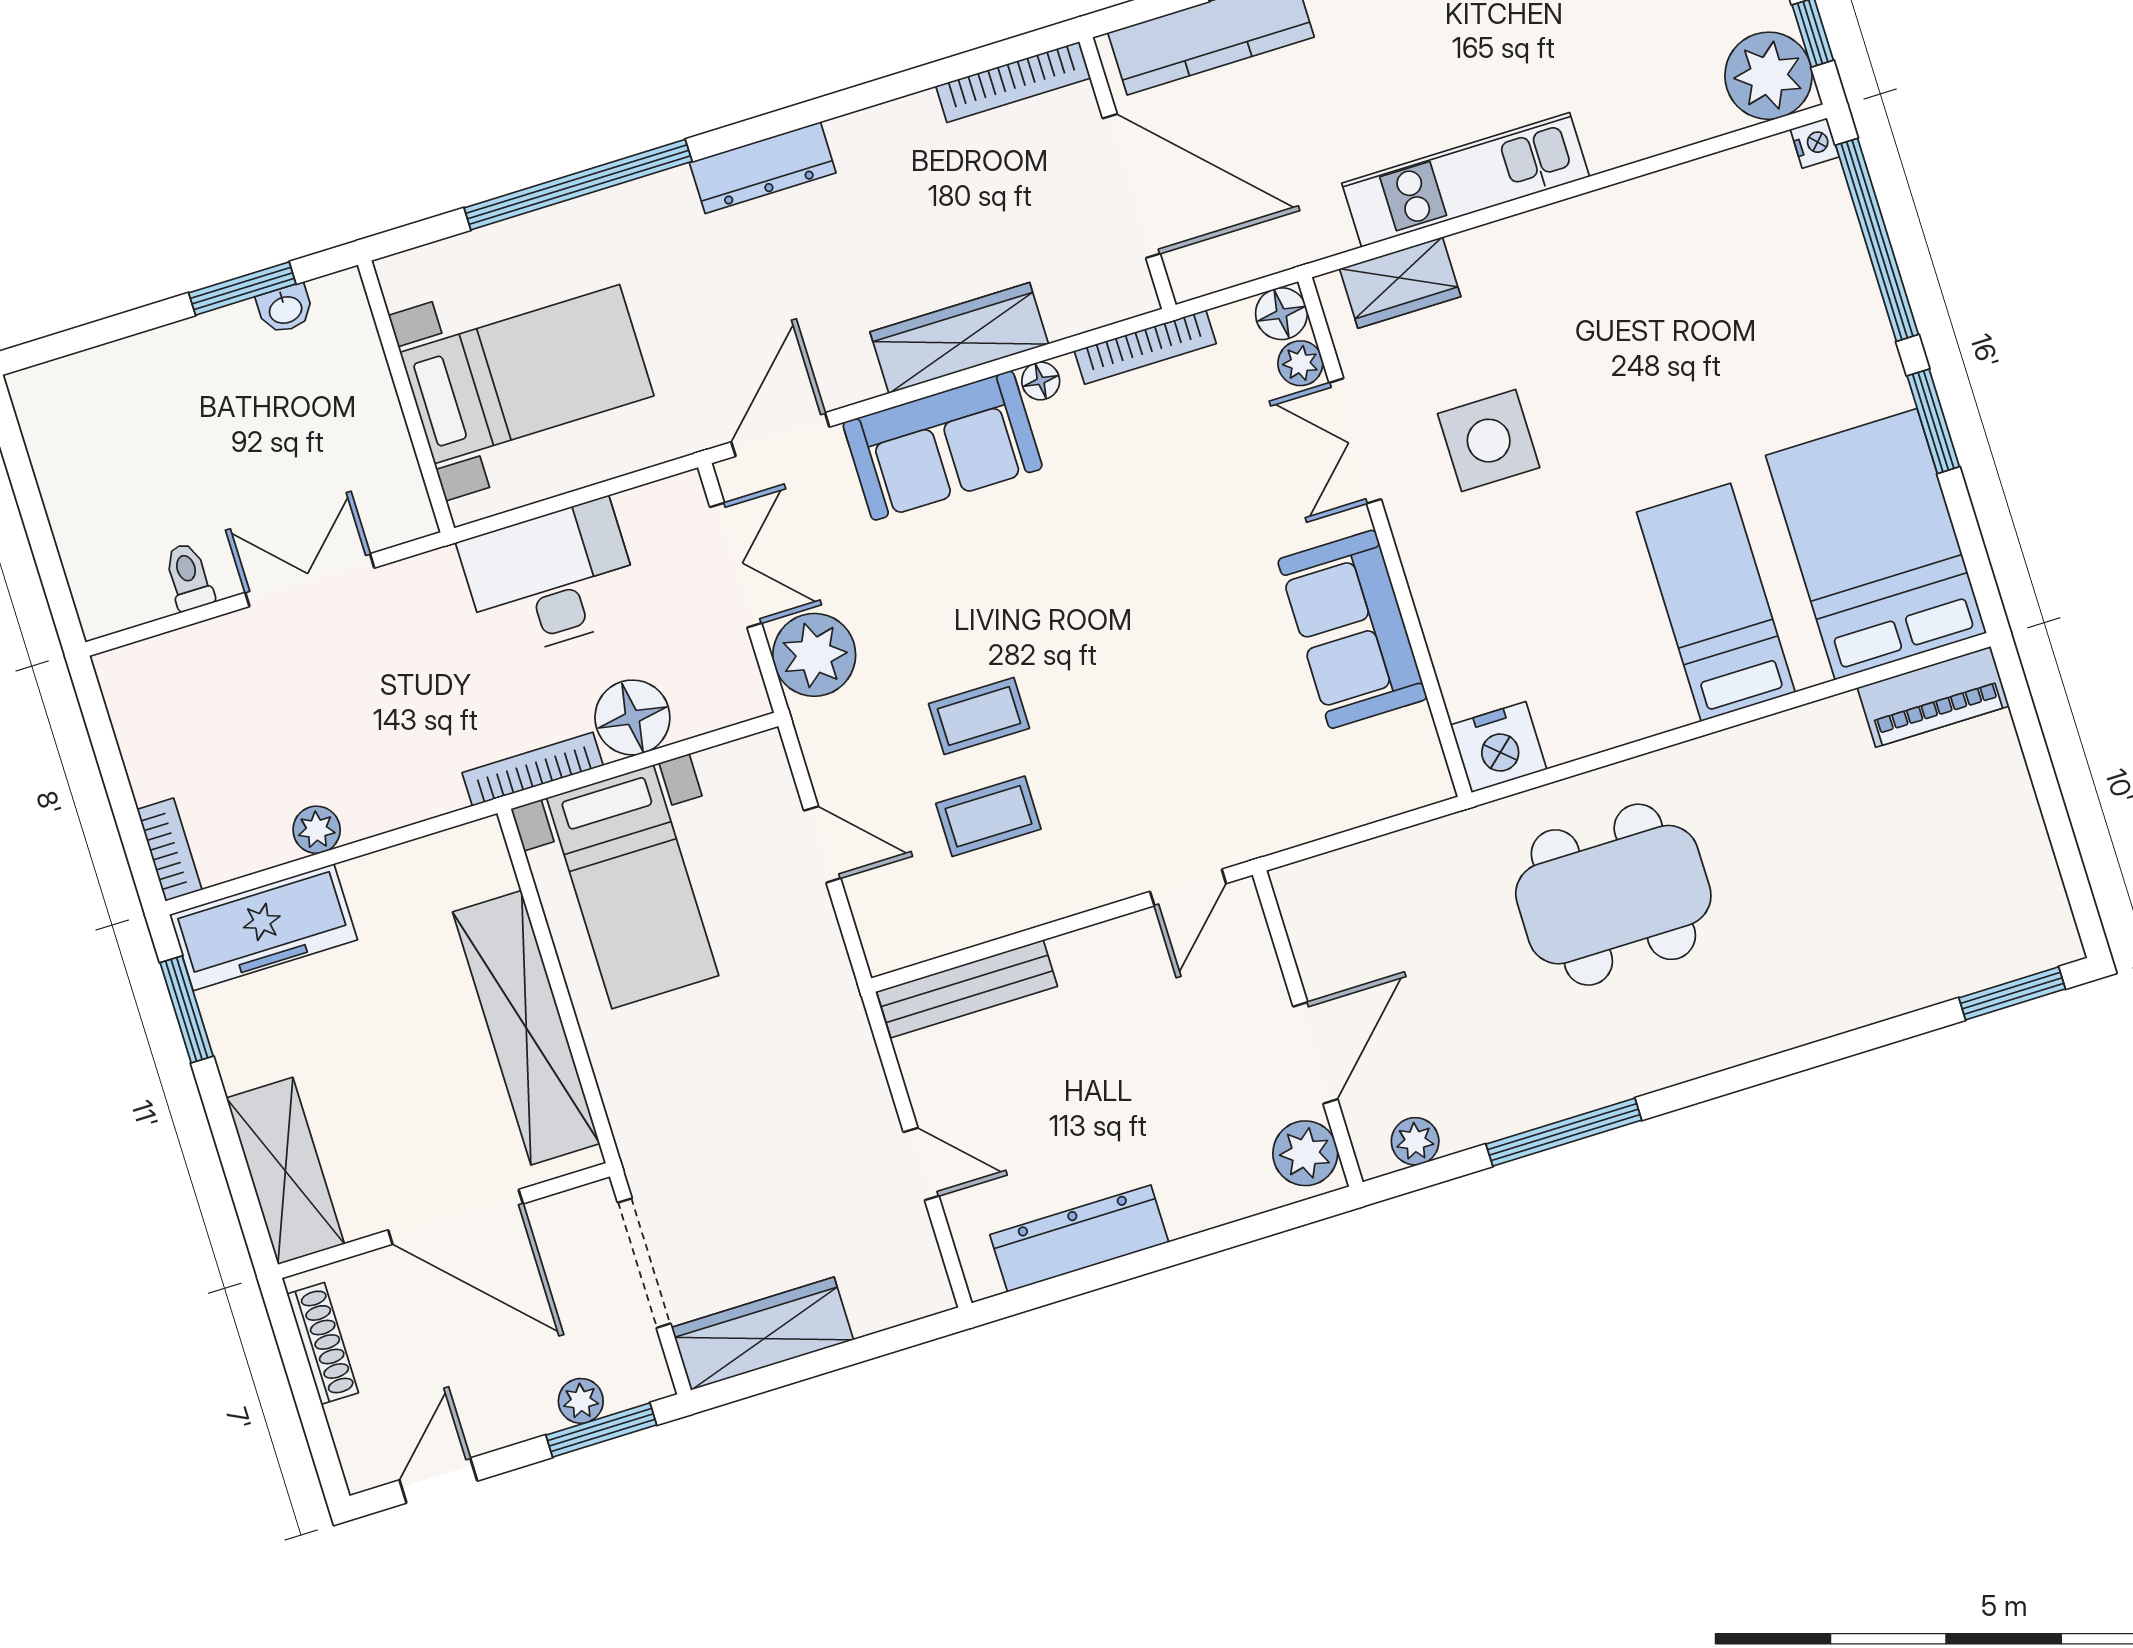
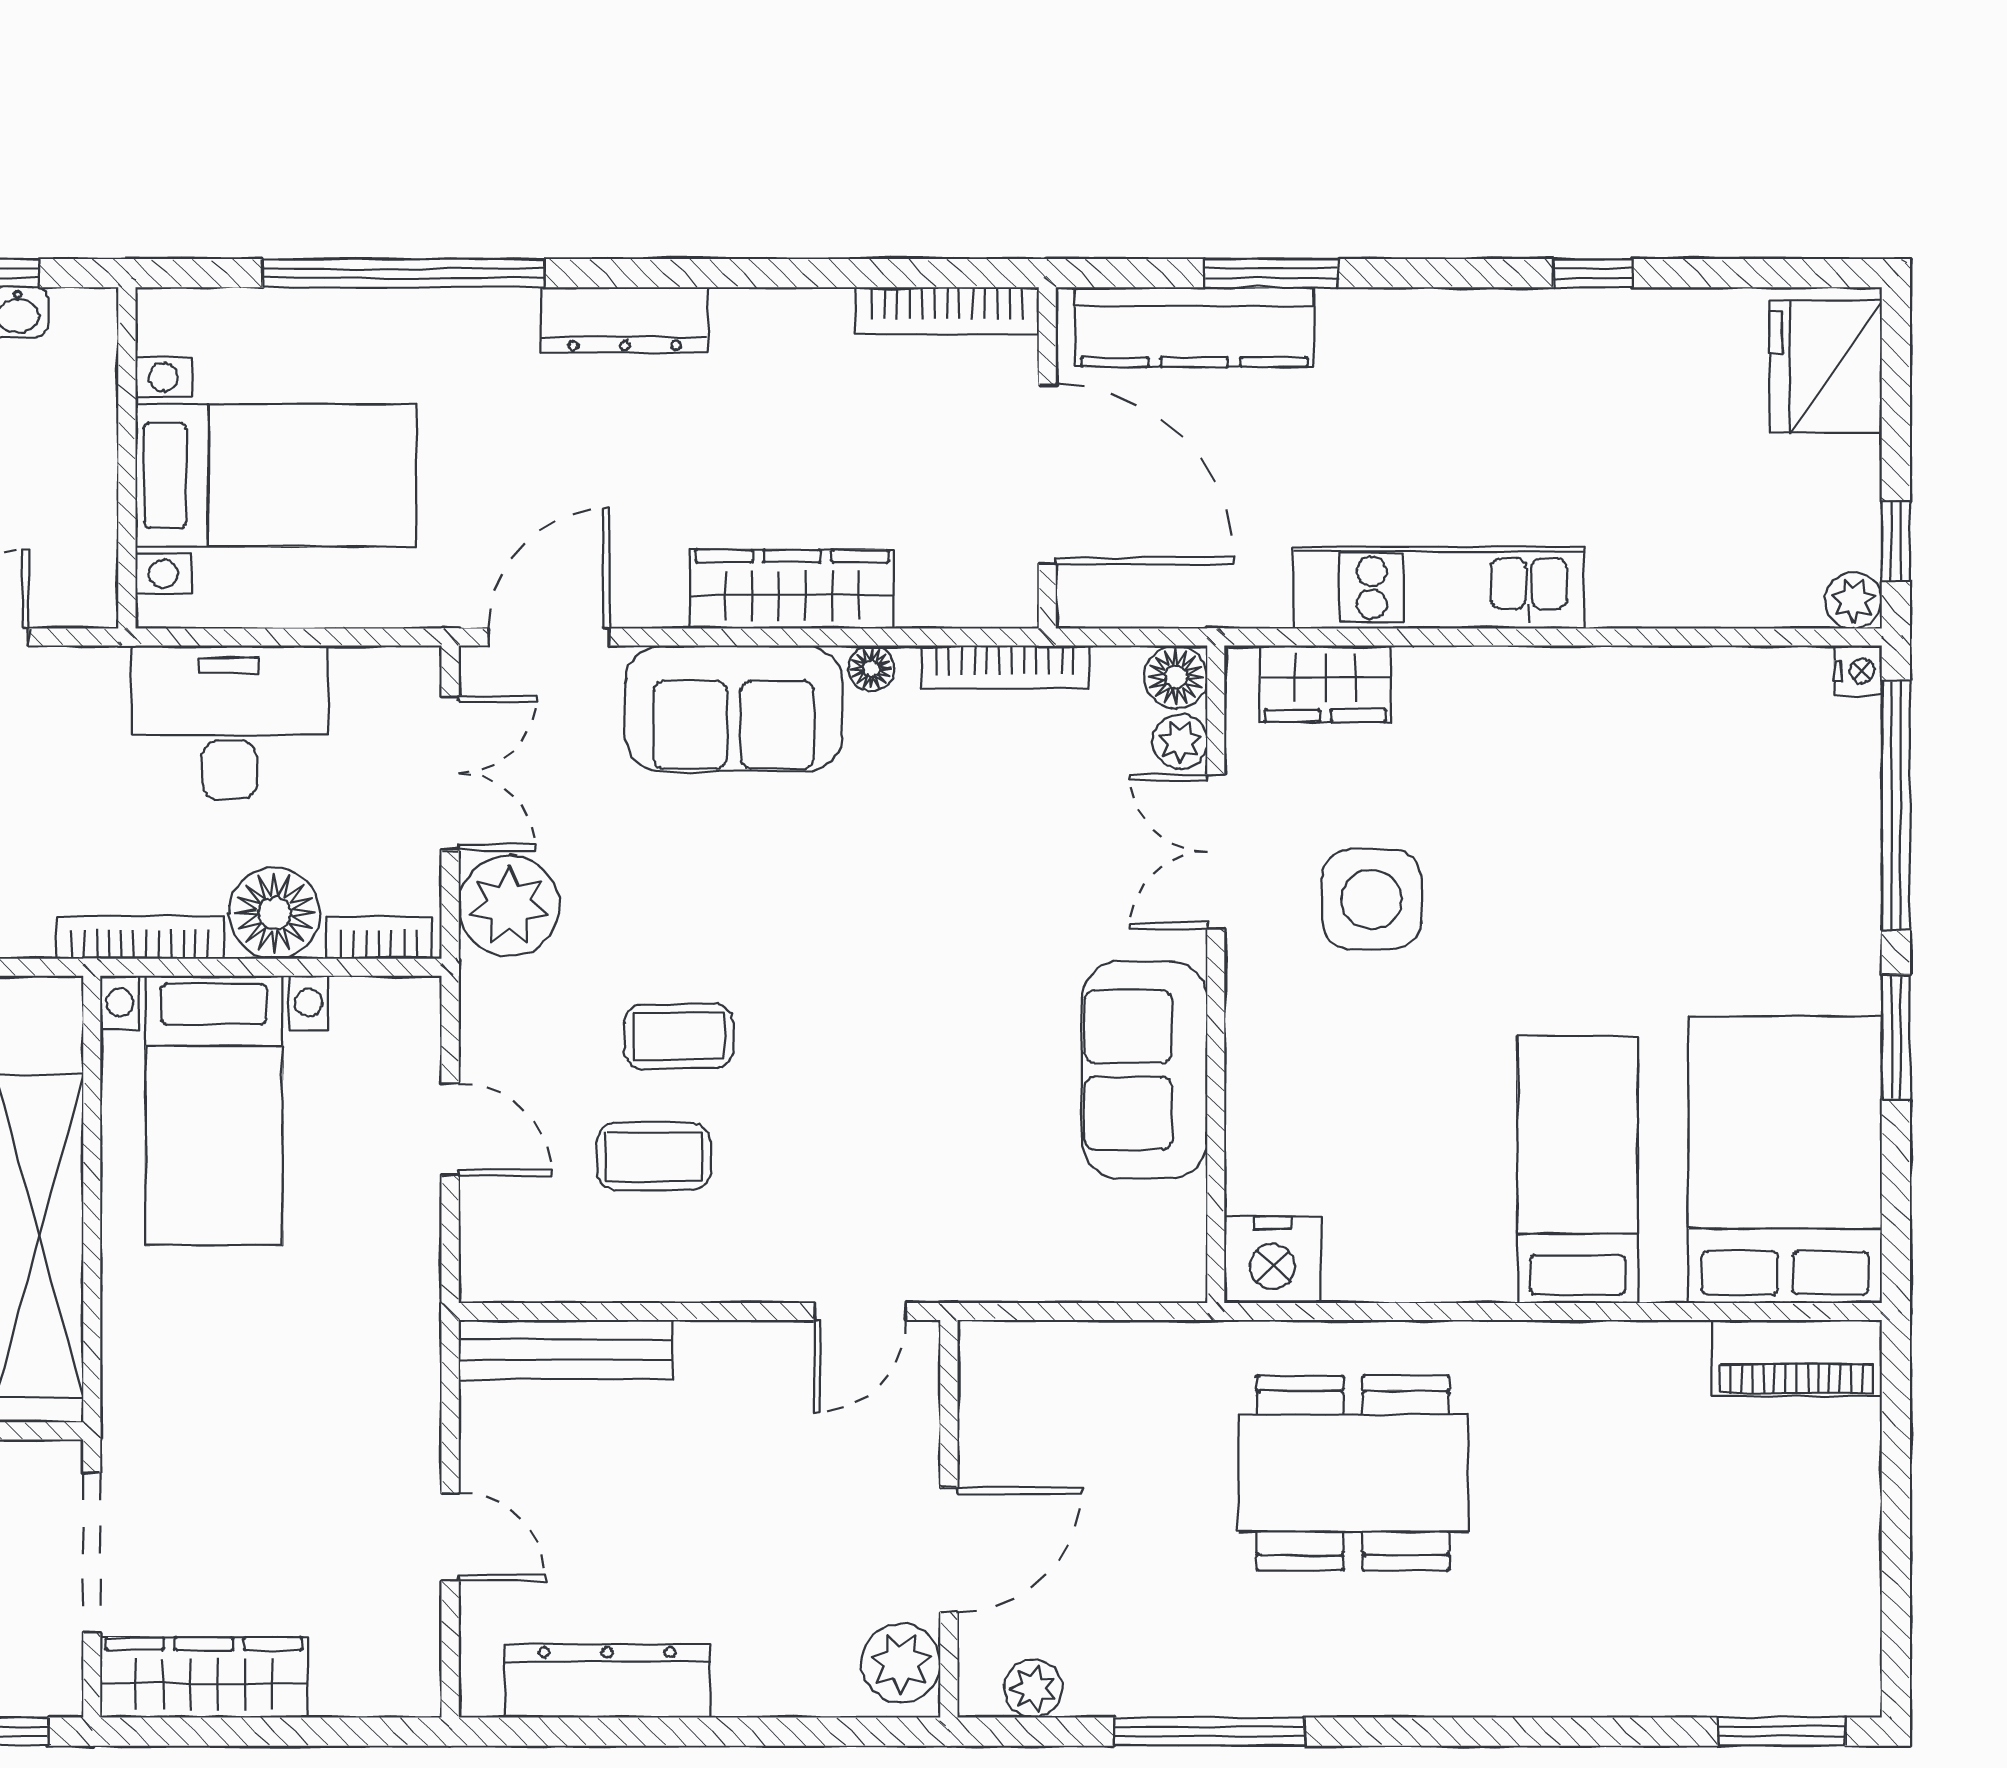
plant: (1768, 76) -> (1853, 600), width x0.53, depth x0.53
bookcase: (720, 711) -> (379, 938), added

